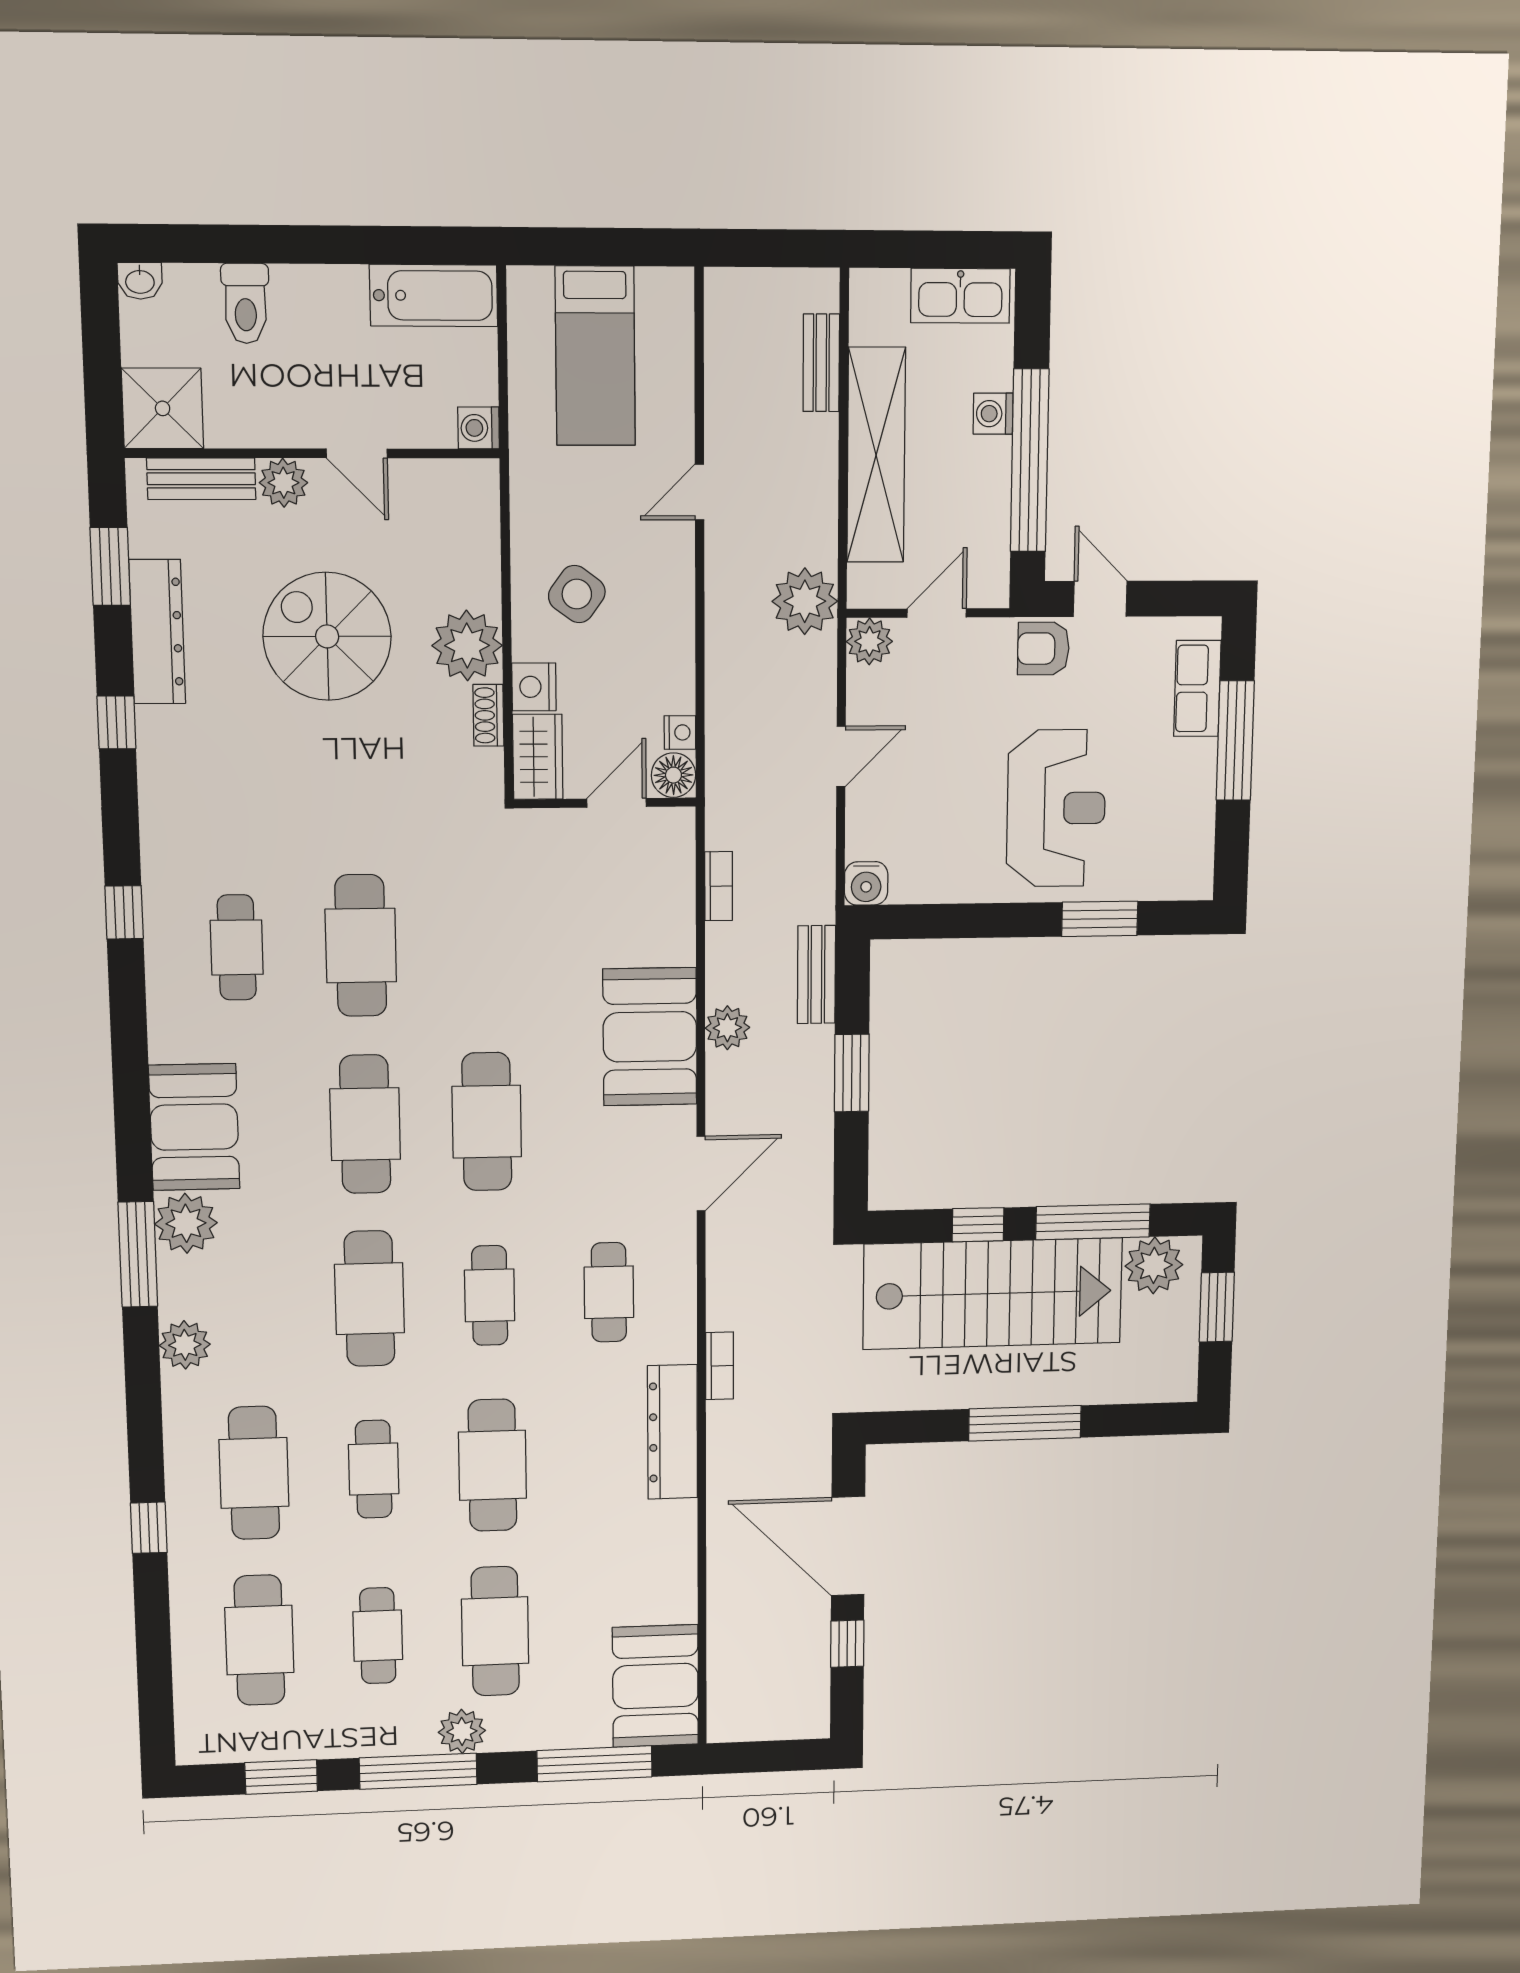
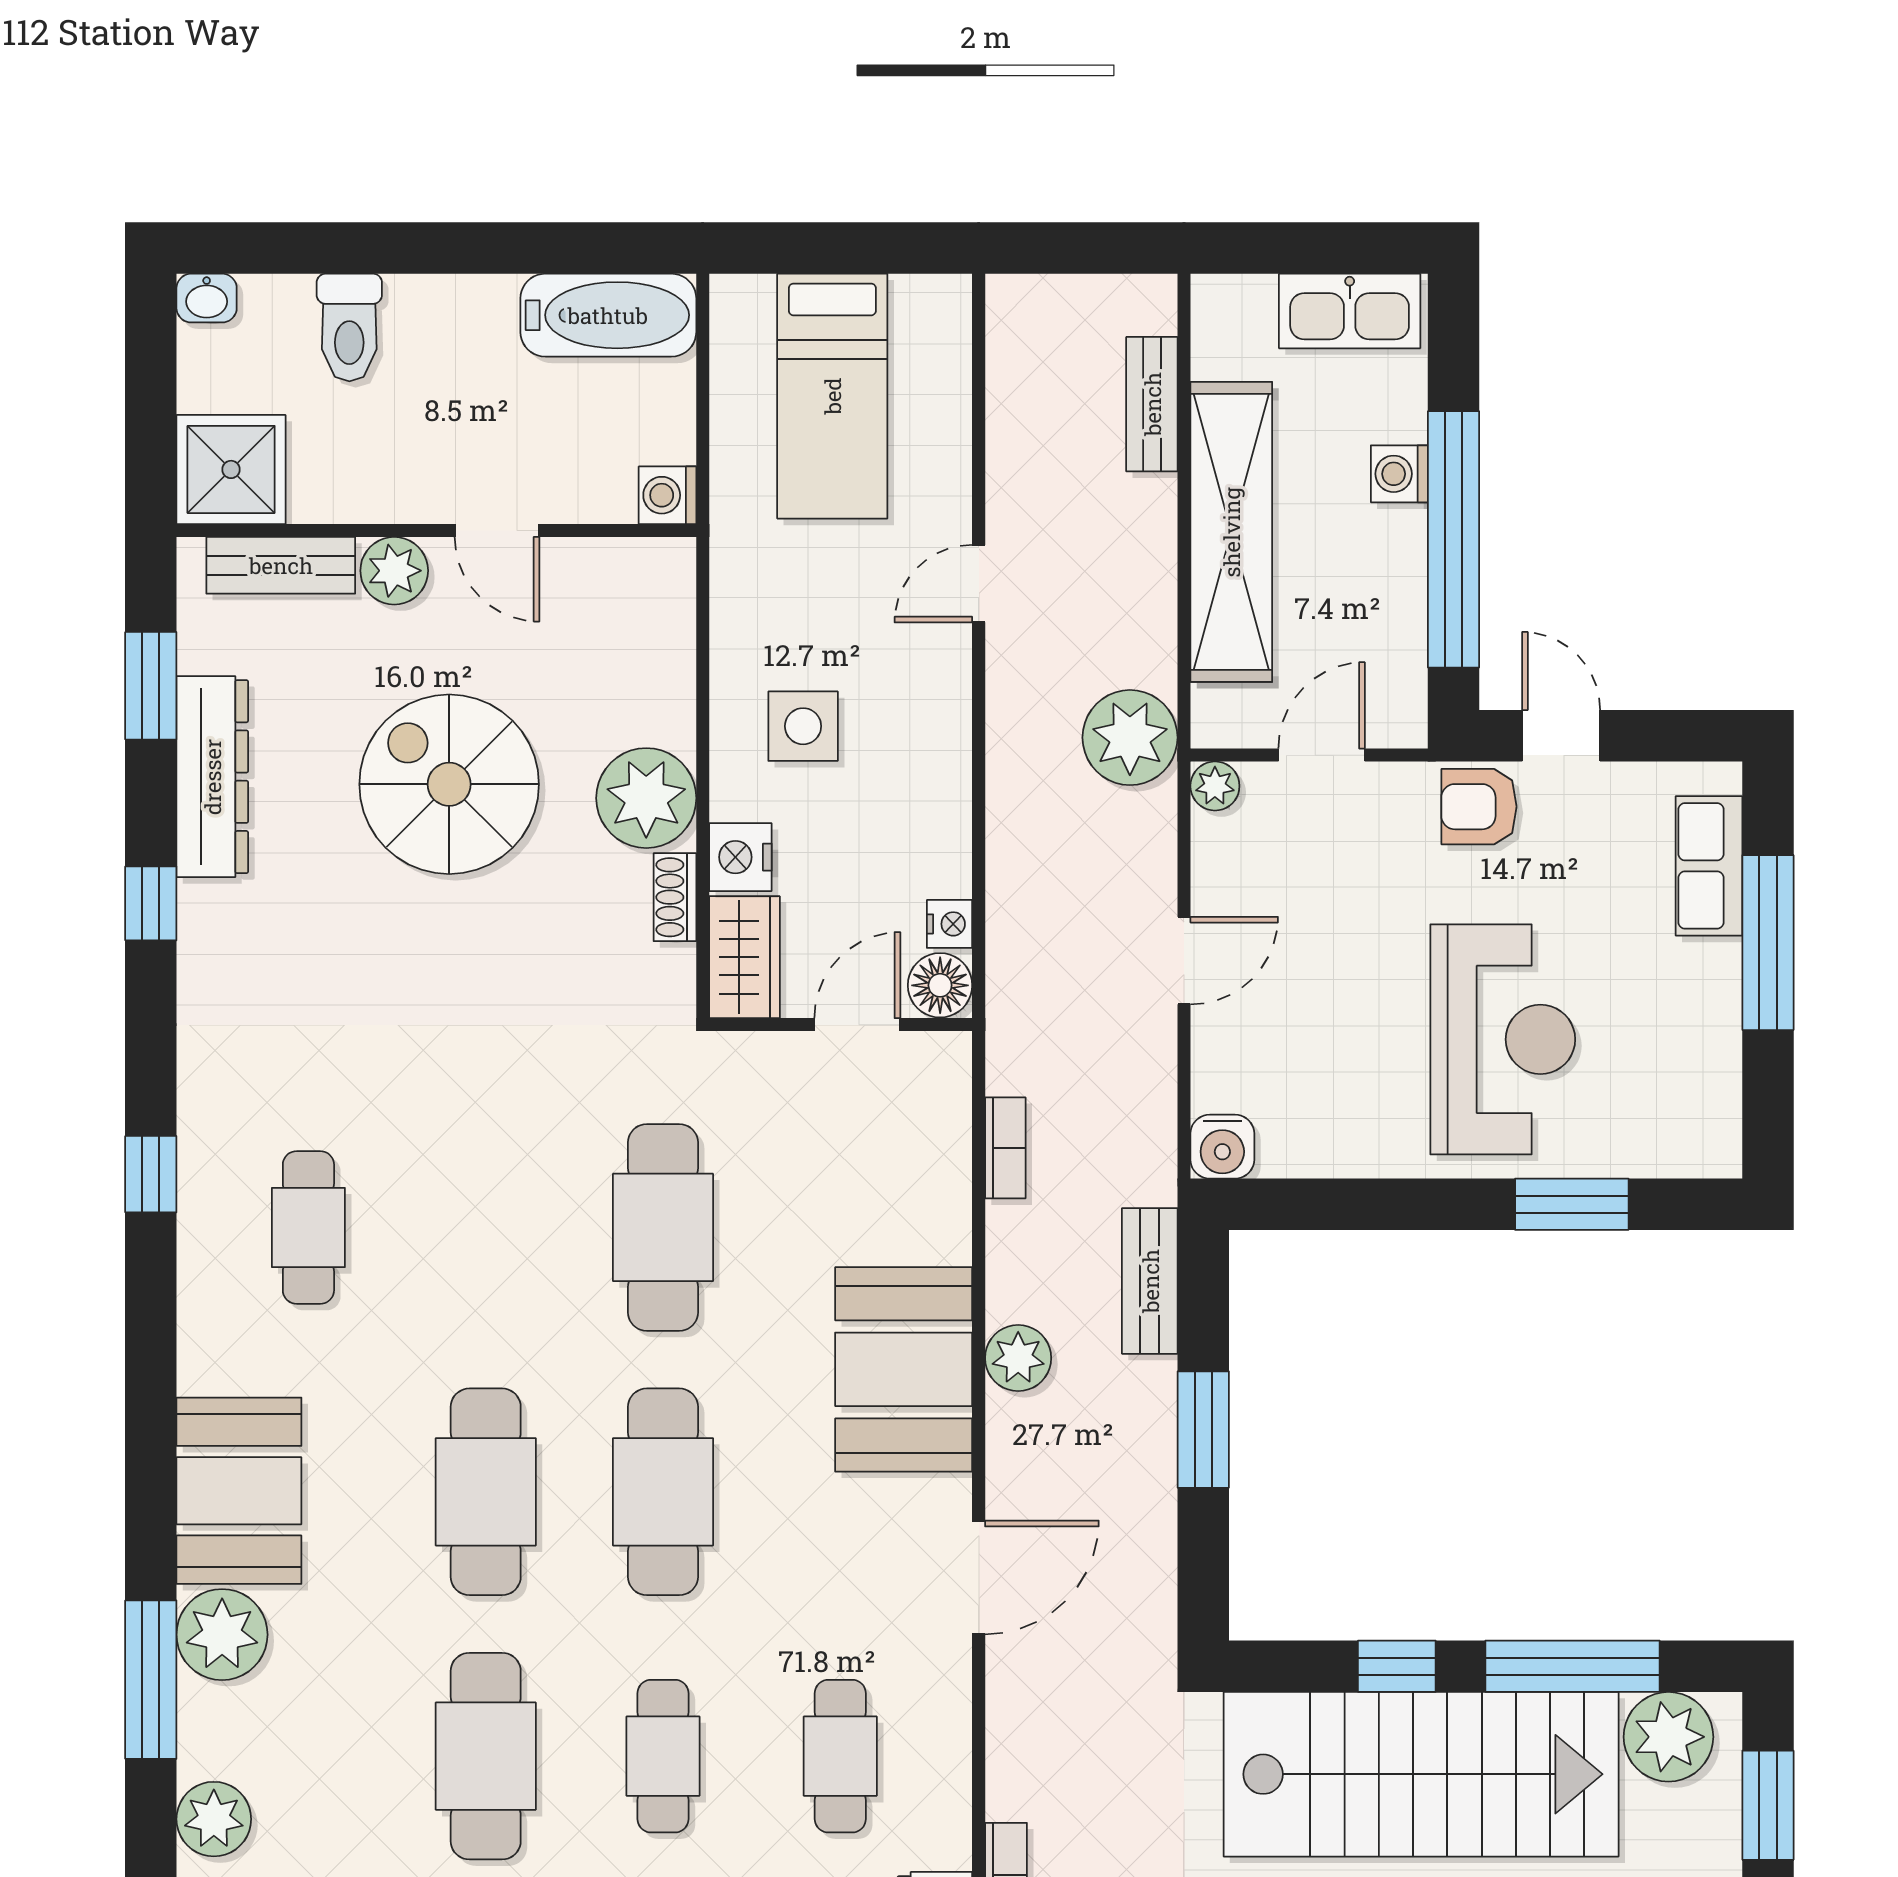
side table: (577, 594) -> (803, 726), turned -36
plant: (869, 641) -> (1215, 786), width x0.73, depth x0.73
cafe table: (361, 946) -> (663, 1227), moved

